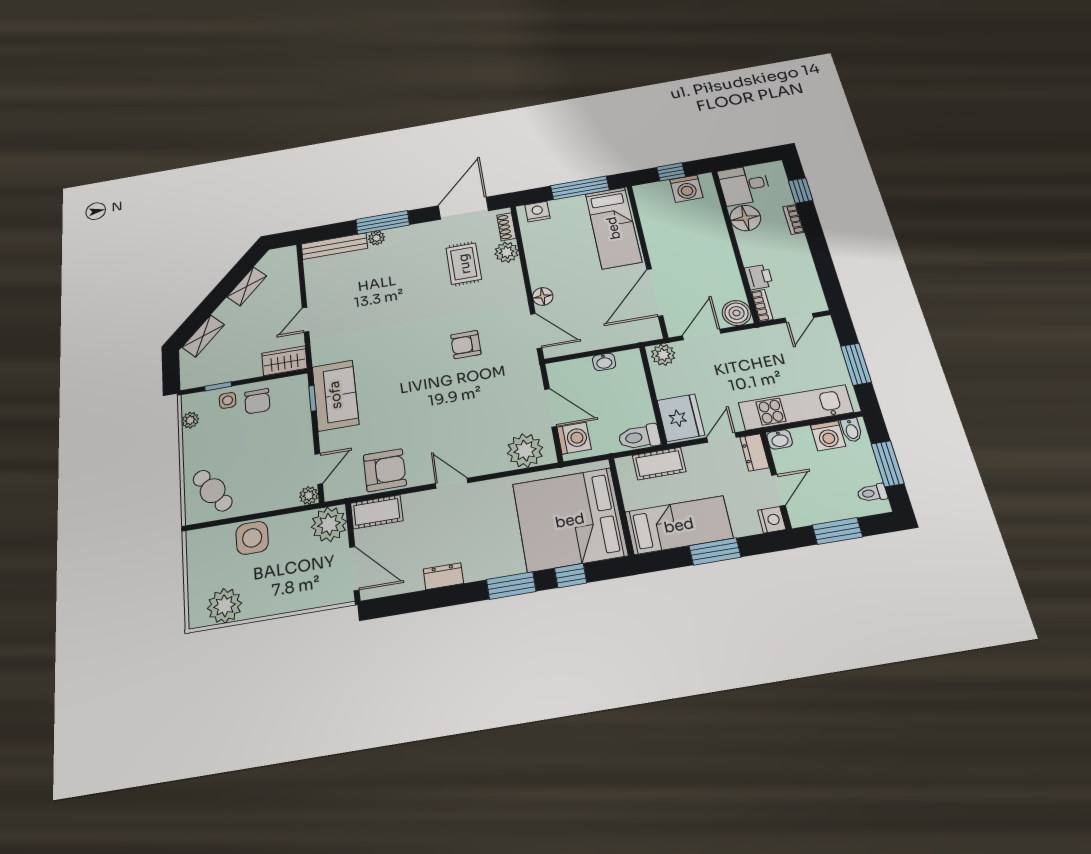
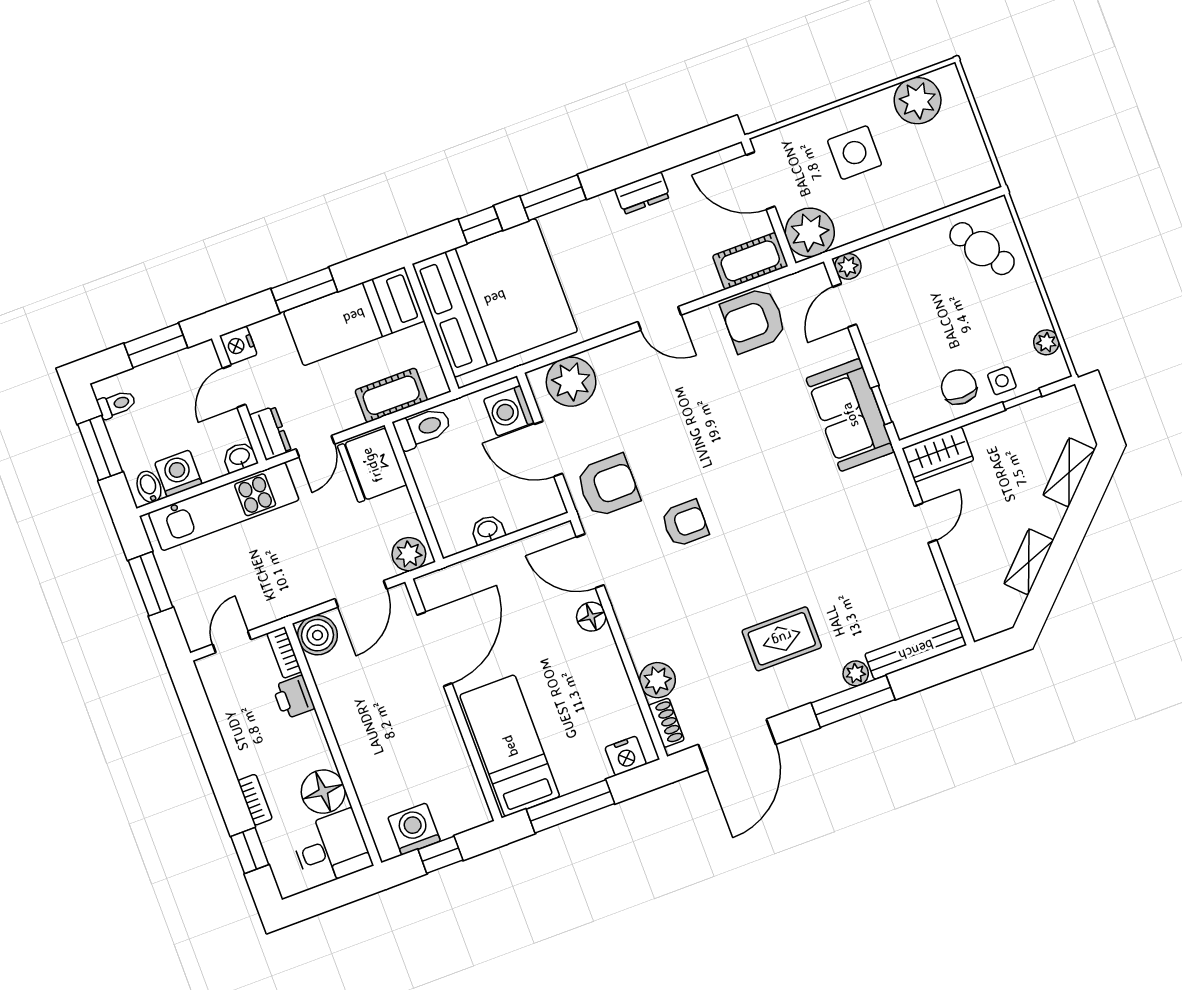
rug: (464, 264) -> (782, 639), moved, turned 90
armchair: (514, 377) -> (608, 486), added
side table: (252, 538) -> (855, 153), moved

